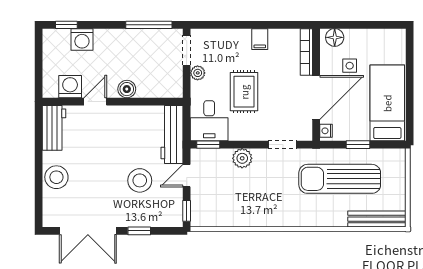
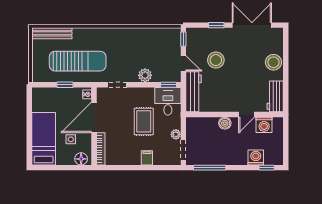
filing cabinet: (260, 39) -> (147, 158), moved
bed: (387, 103) -> (44, 139), moved, turned 180
door: (187, 176) -> (183, 63), hinge flipped

